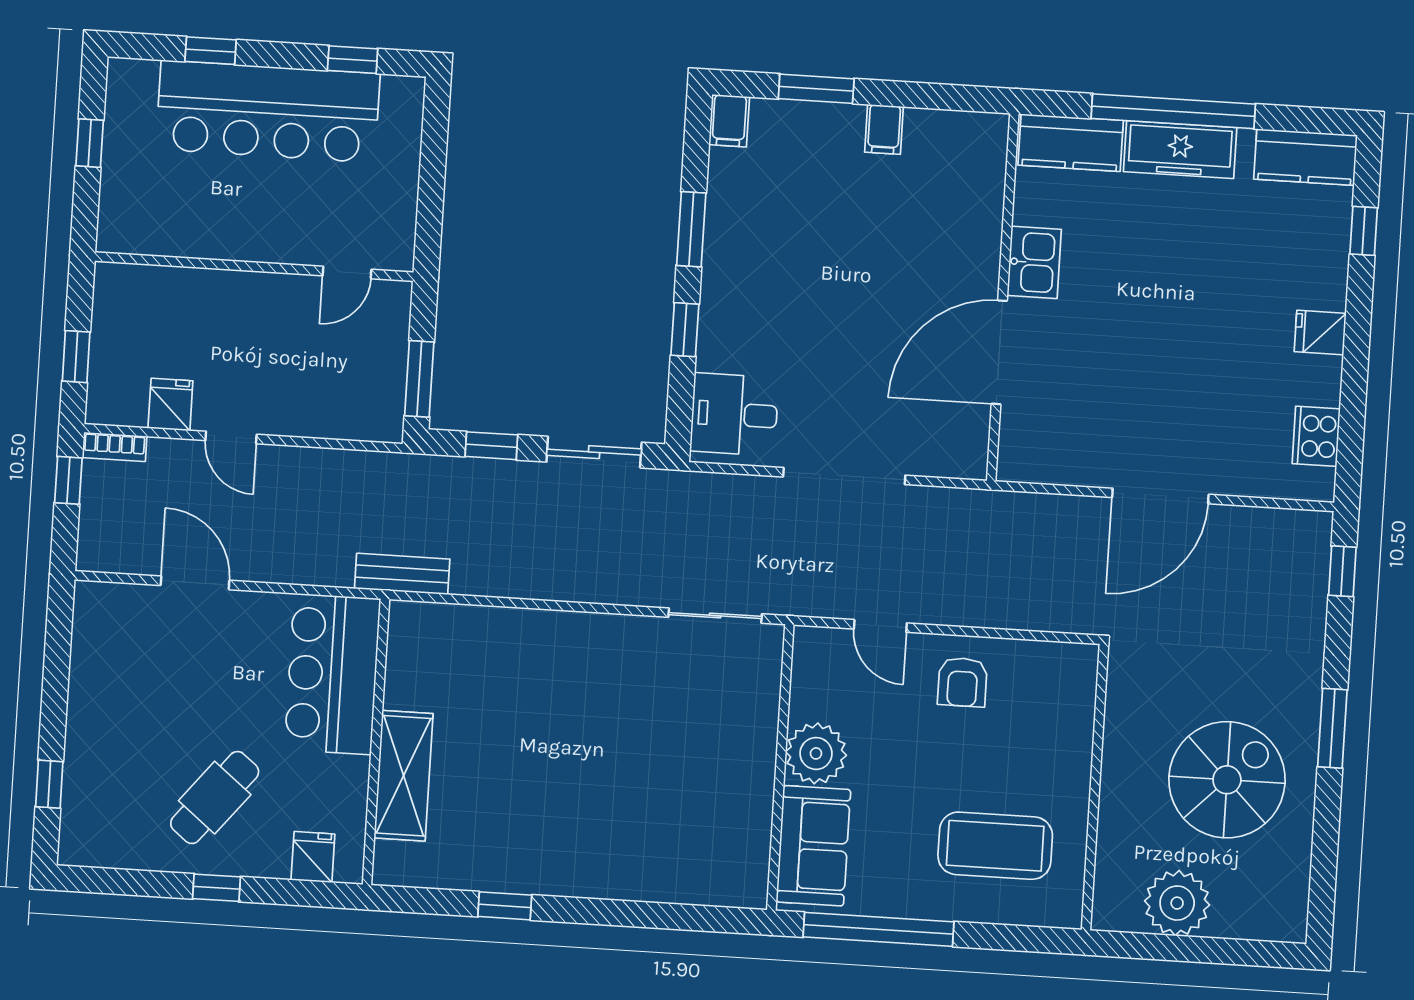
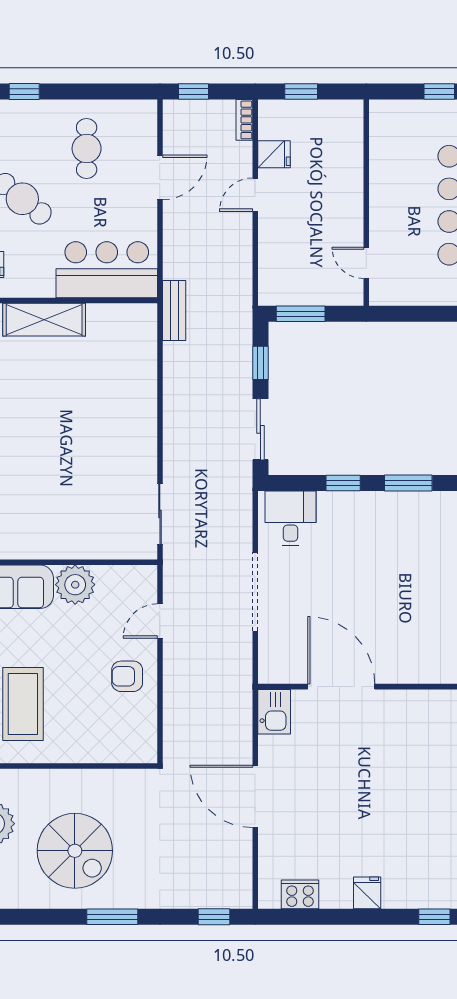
kitchen sink: (1034, 262) -> (274, 712), moved, turned -90
window: (68, 480) -> (194, 92), moved
cafe table: (143, 693) -> (87, 149), added

